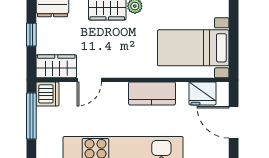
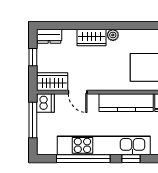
door: (89, 80) -> (78, 92), hinge flipped
kitchen counter: (152, 93) -> (126, 103), width x1.50

